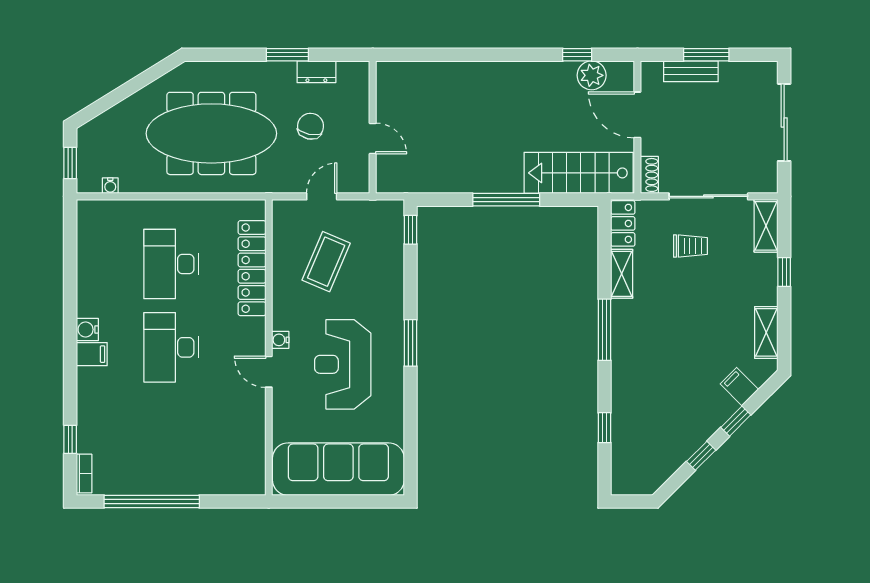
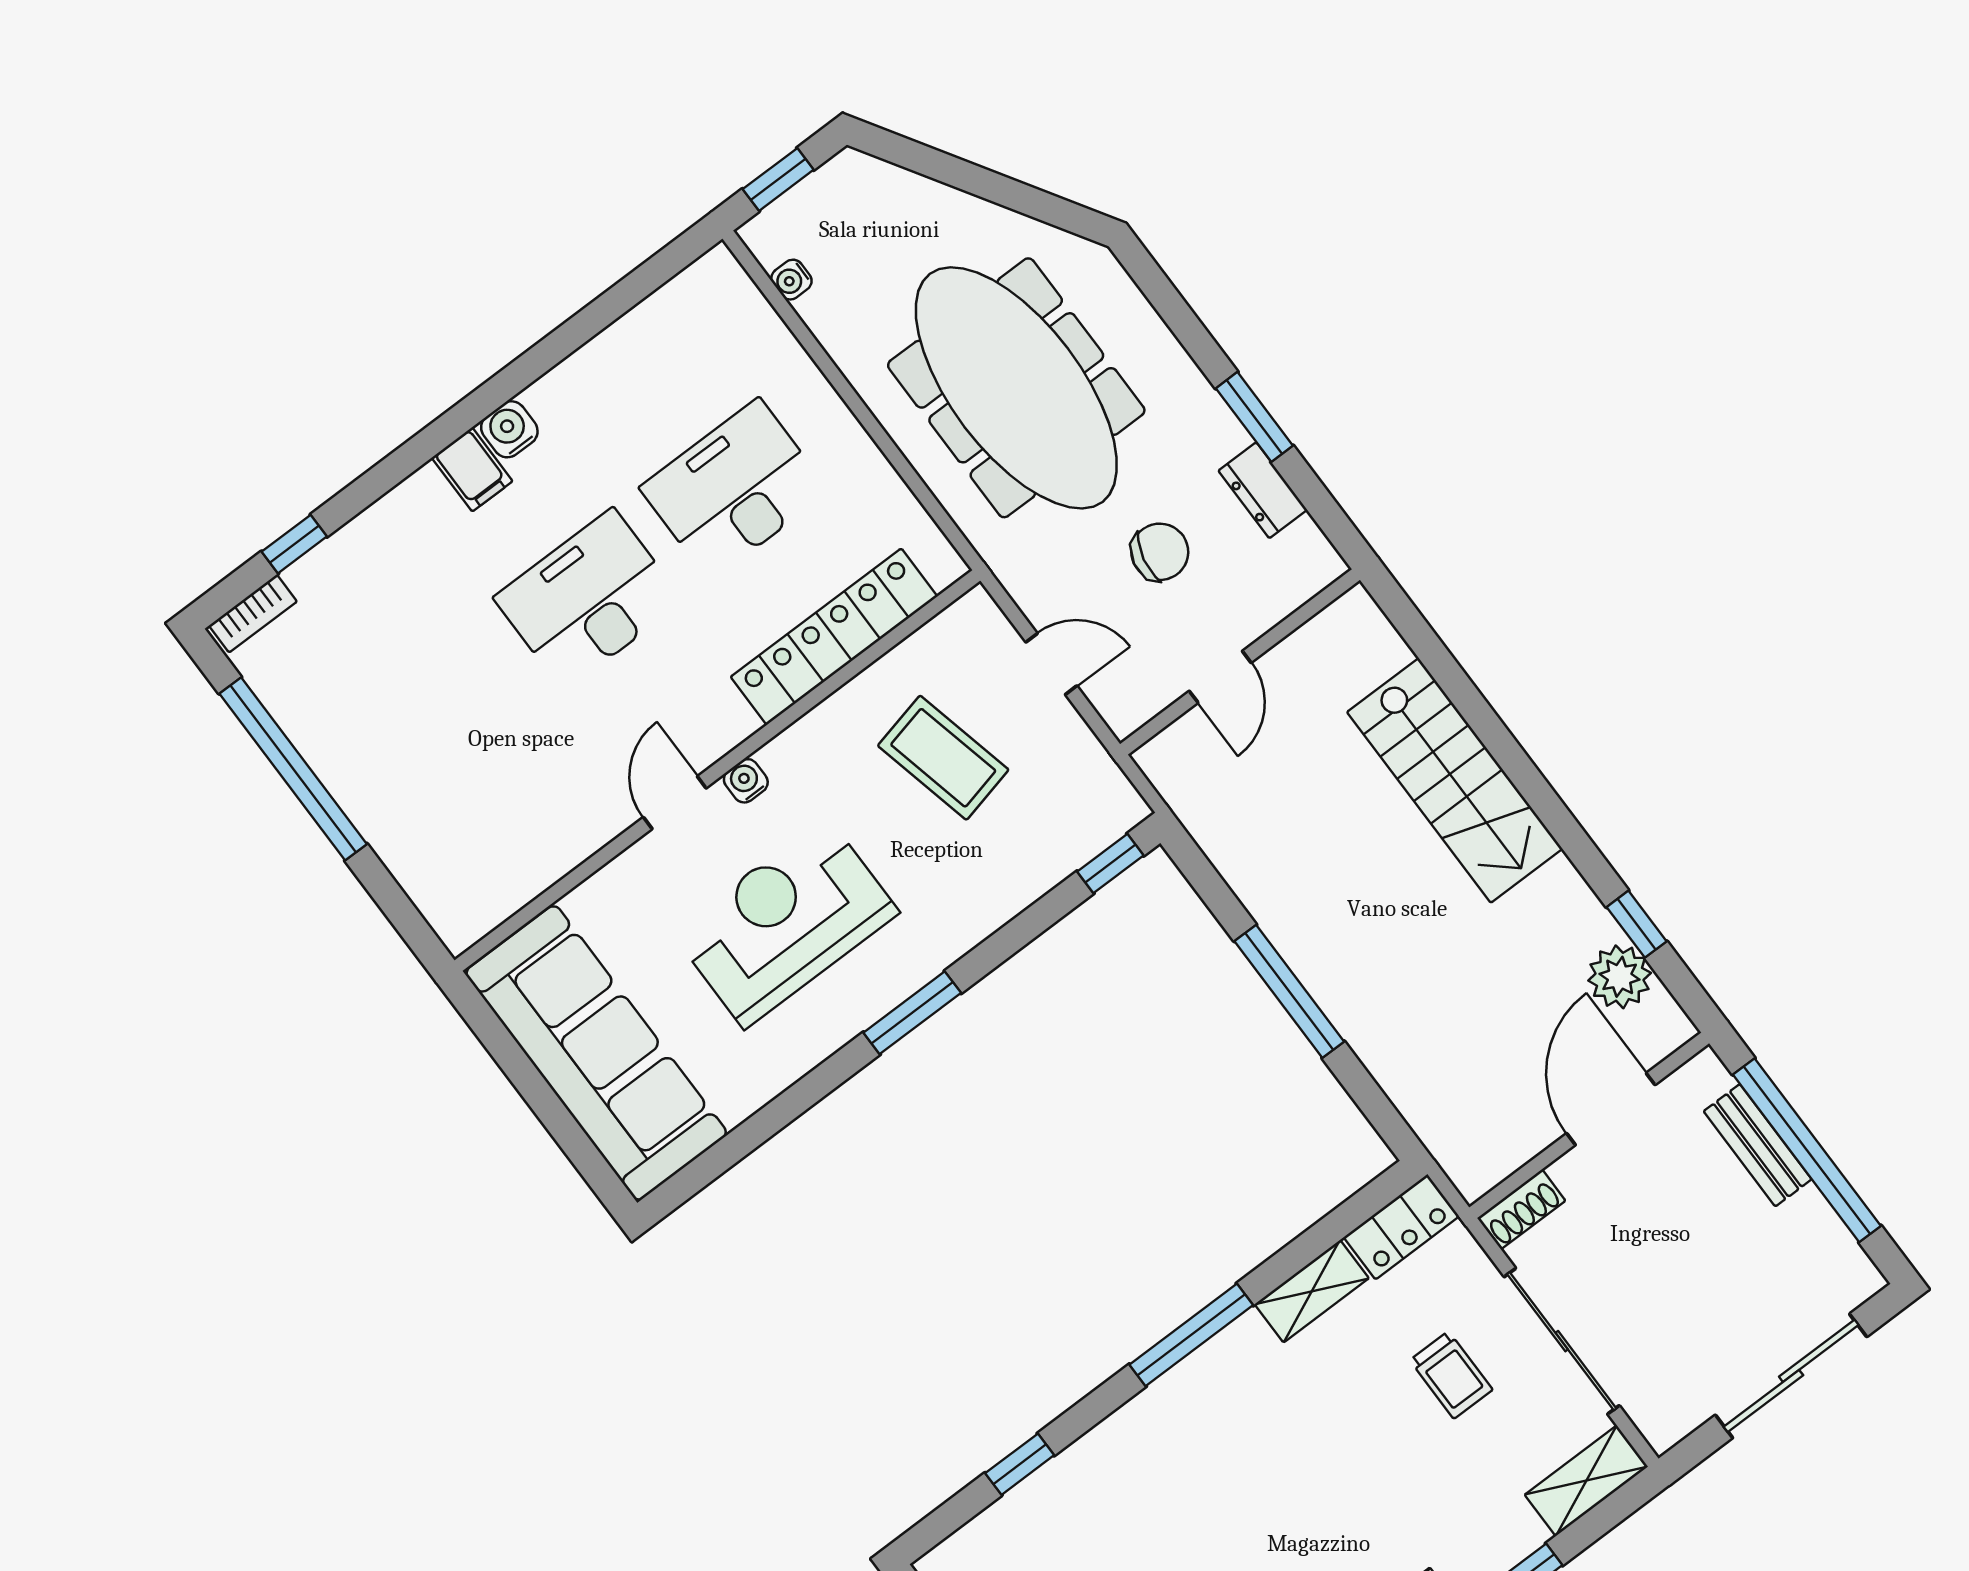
window: (706, 55) -> (1807, 1150), width x2.11
stairs: (579, 173) -> (1455, 780), moved, turned 180
coffee table: (326, 262) -> (943, 758), turned 54

